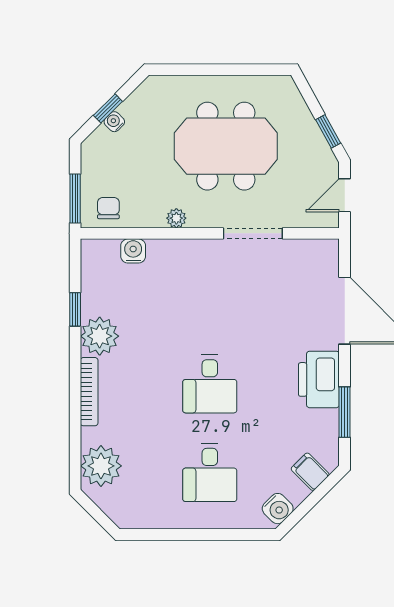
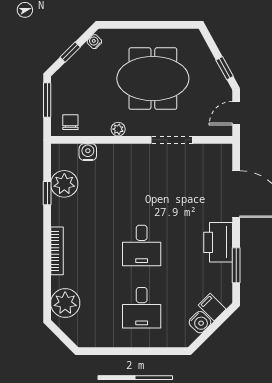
water cooler: (114, 122) -> (94, 42), moved
window: (75, 198) -> (47, 100), moved
plant: (100, 336) -> (64, 184), moved
water cooler: (278, 509) -> (200, 322), moved

